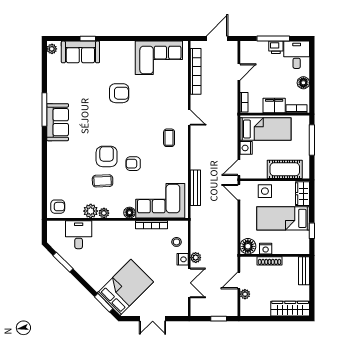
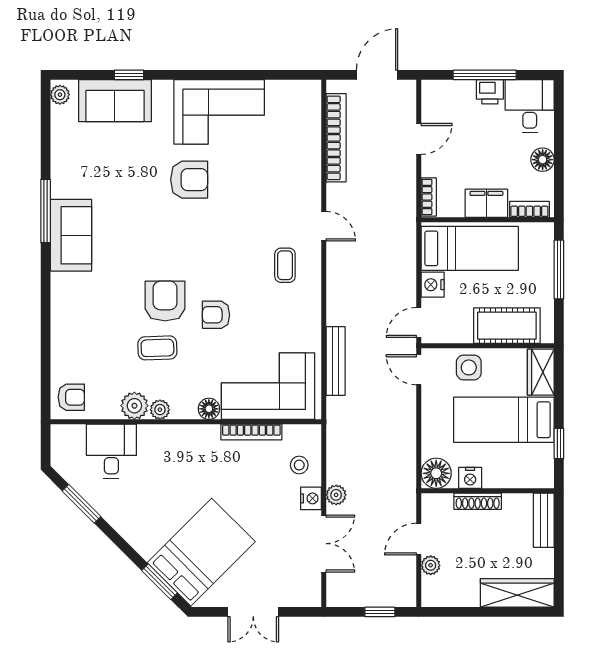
corner sofa: (159, 58) -> (219, 112), moved

